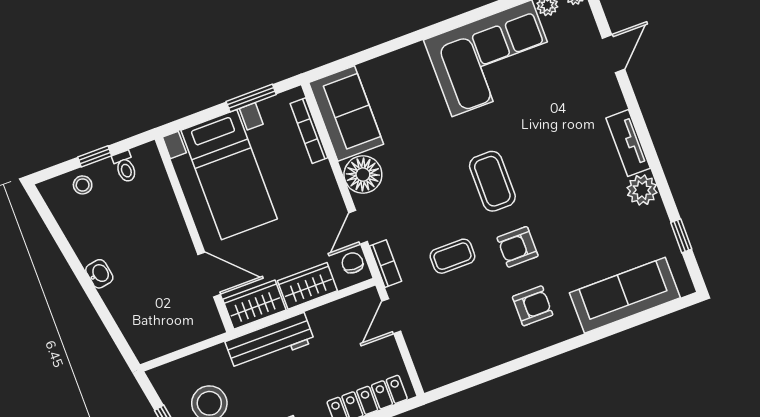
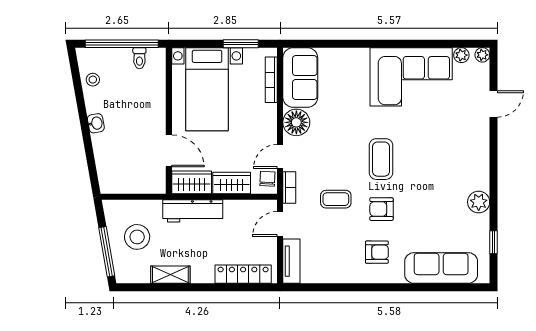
tv unit: (628, 143) -> (291, 261), moved, turned 180
window: (95, 156) -> (122, 44), width x3.17
stool: (83, 185) -> (93, 80), moved

